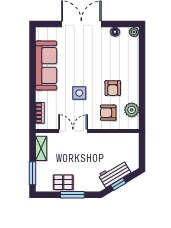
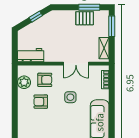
armchair: (113, 88) -> (41, 102), turned -90
workbench: (114, 174) -> (31, 55), moved, turned -149
window: (72, 195) -> (89, 7), moved

